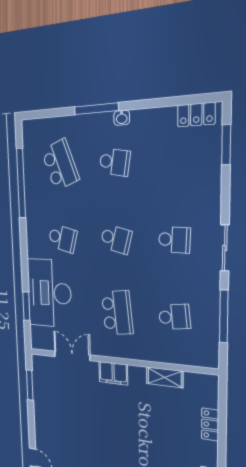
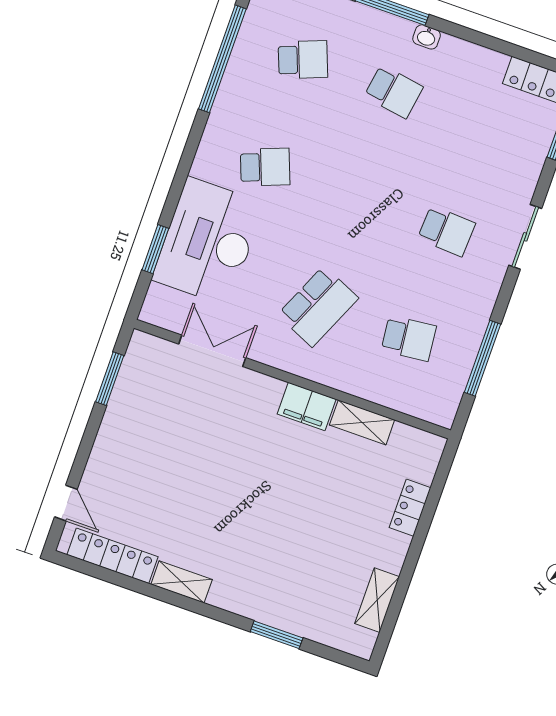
school desk: (60, 165) -> (303, 60), width x0.54
school desk: (63, 238) -> (265, 167), turned -36
school desk: (116, 239) -> (356, 199), removed
sliding door: (225, 248) -> (525, 237), moved
school desk: (117, 313) -> (318, 306), turned 30
filing cabinet: (113, 373) -> (307, 407), moved

